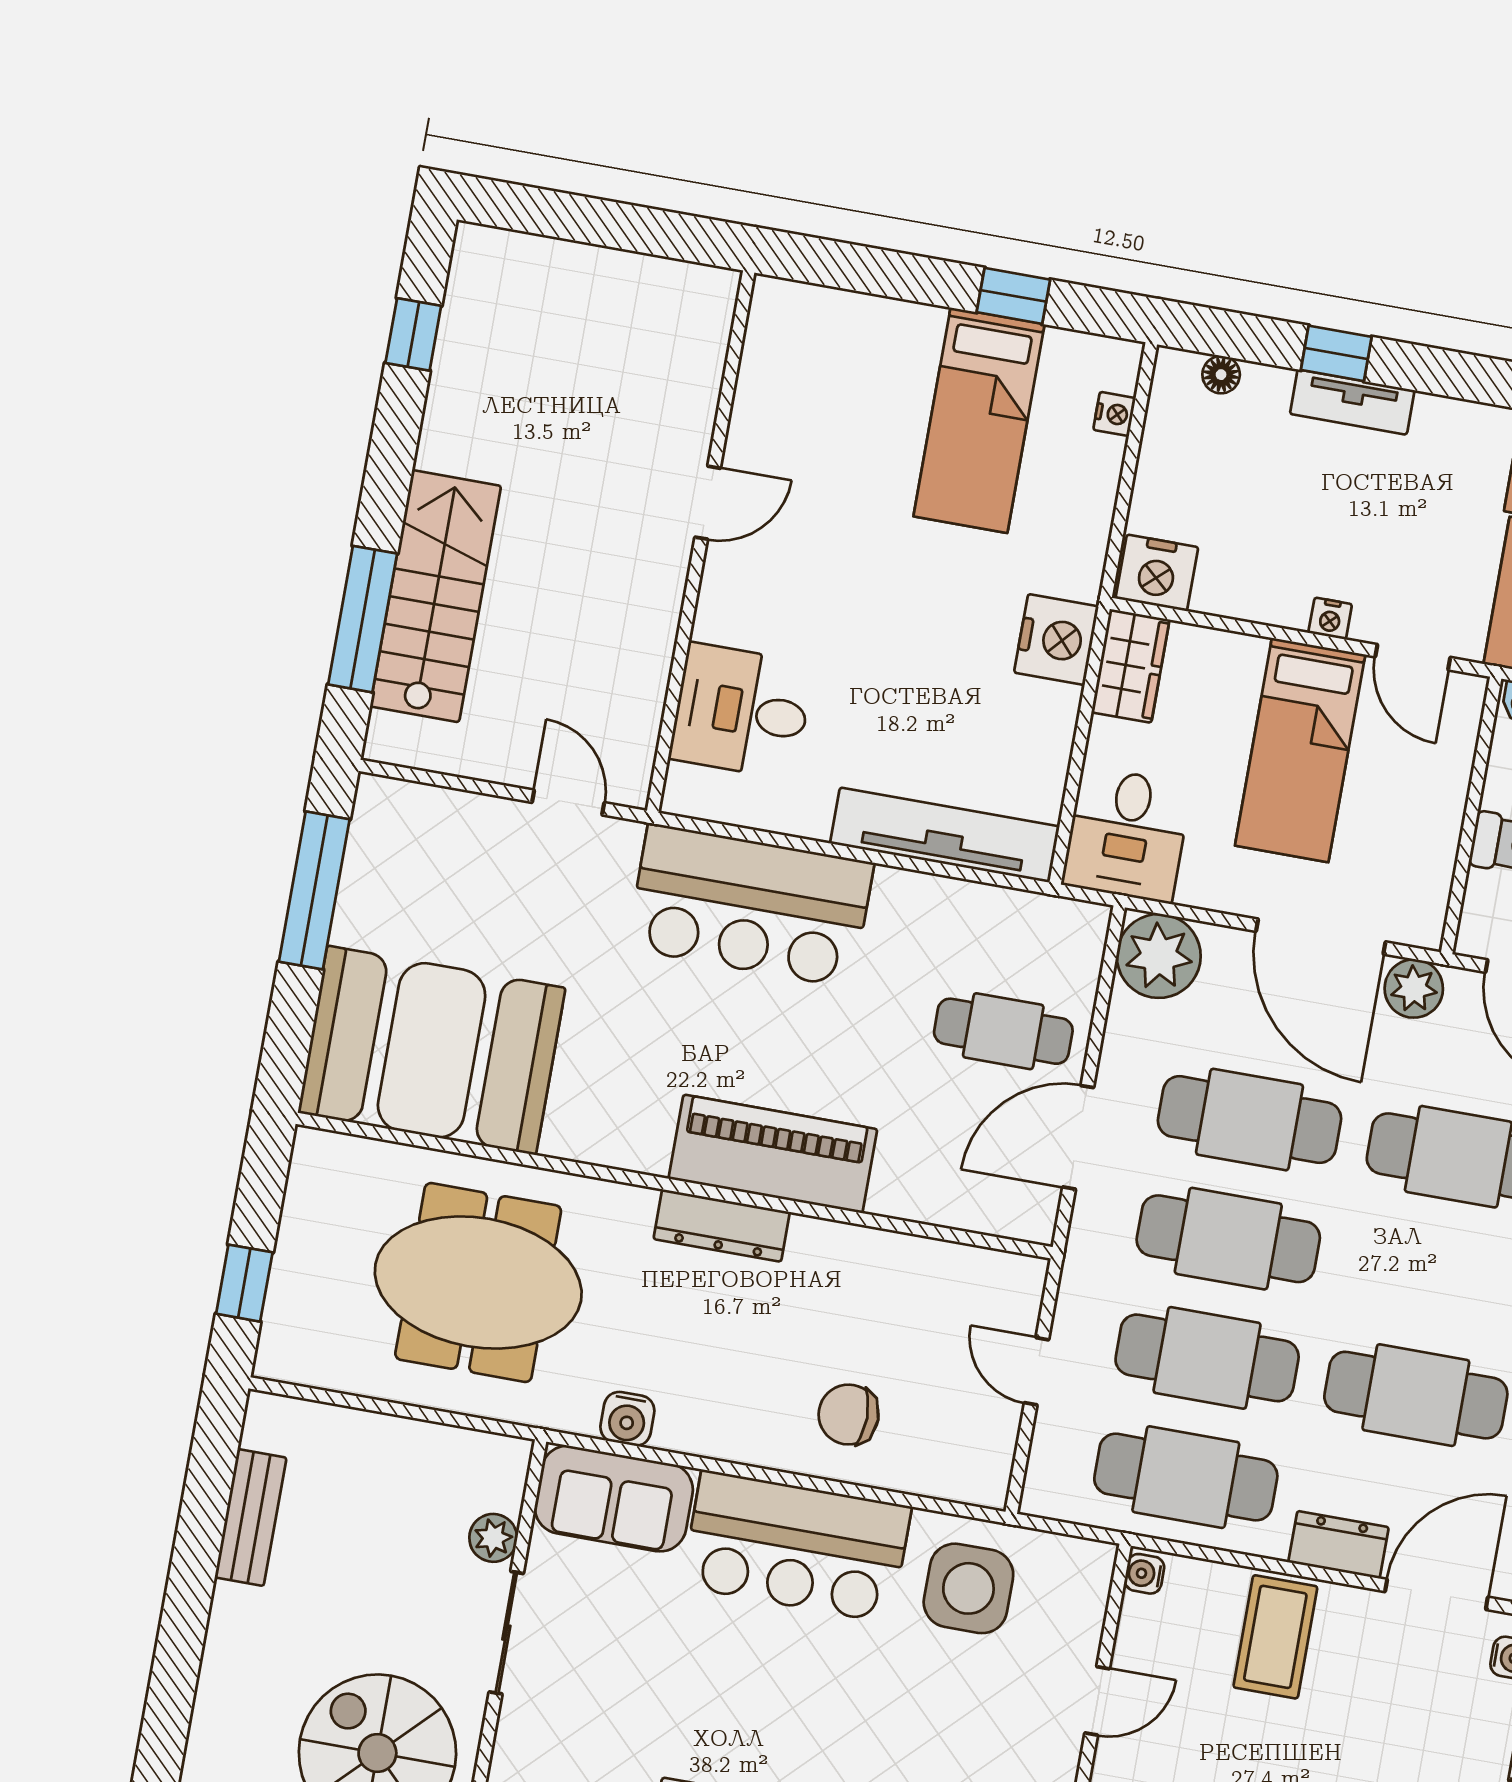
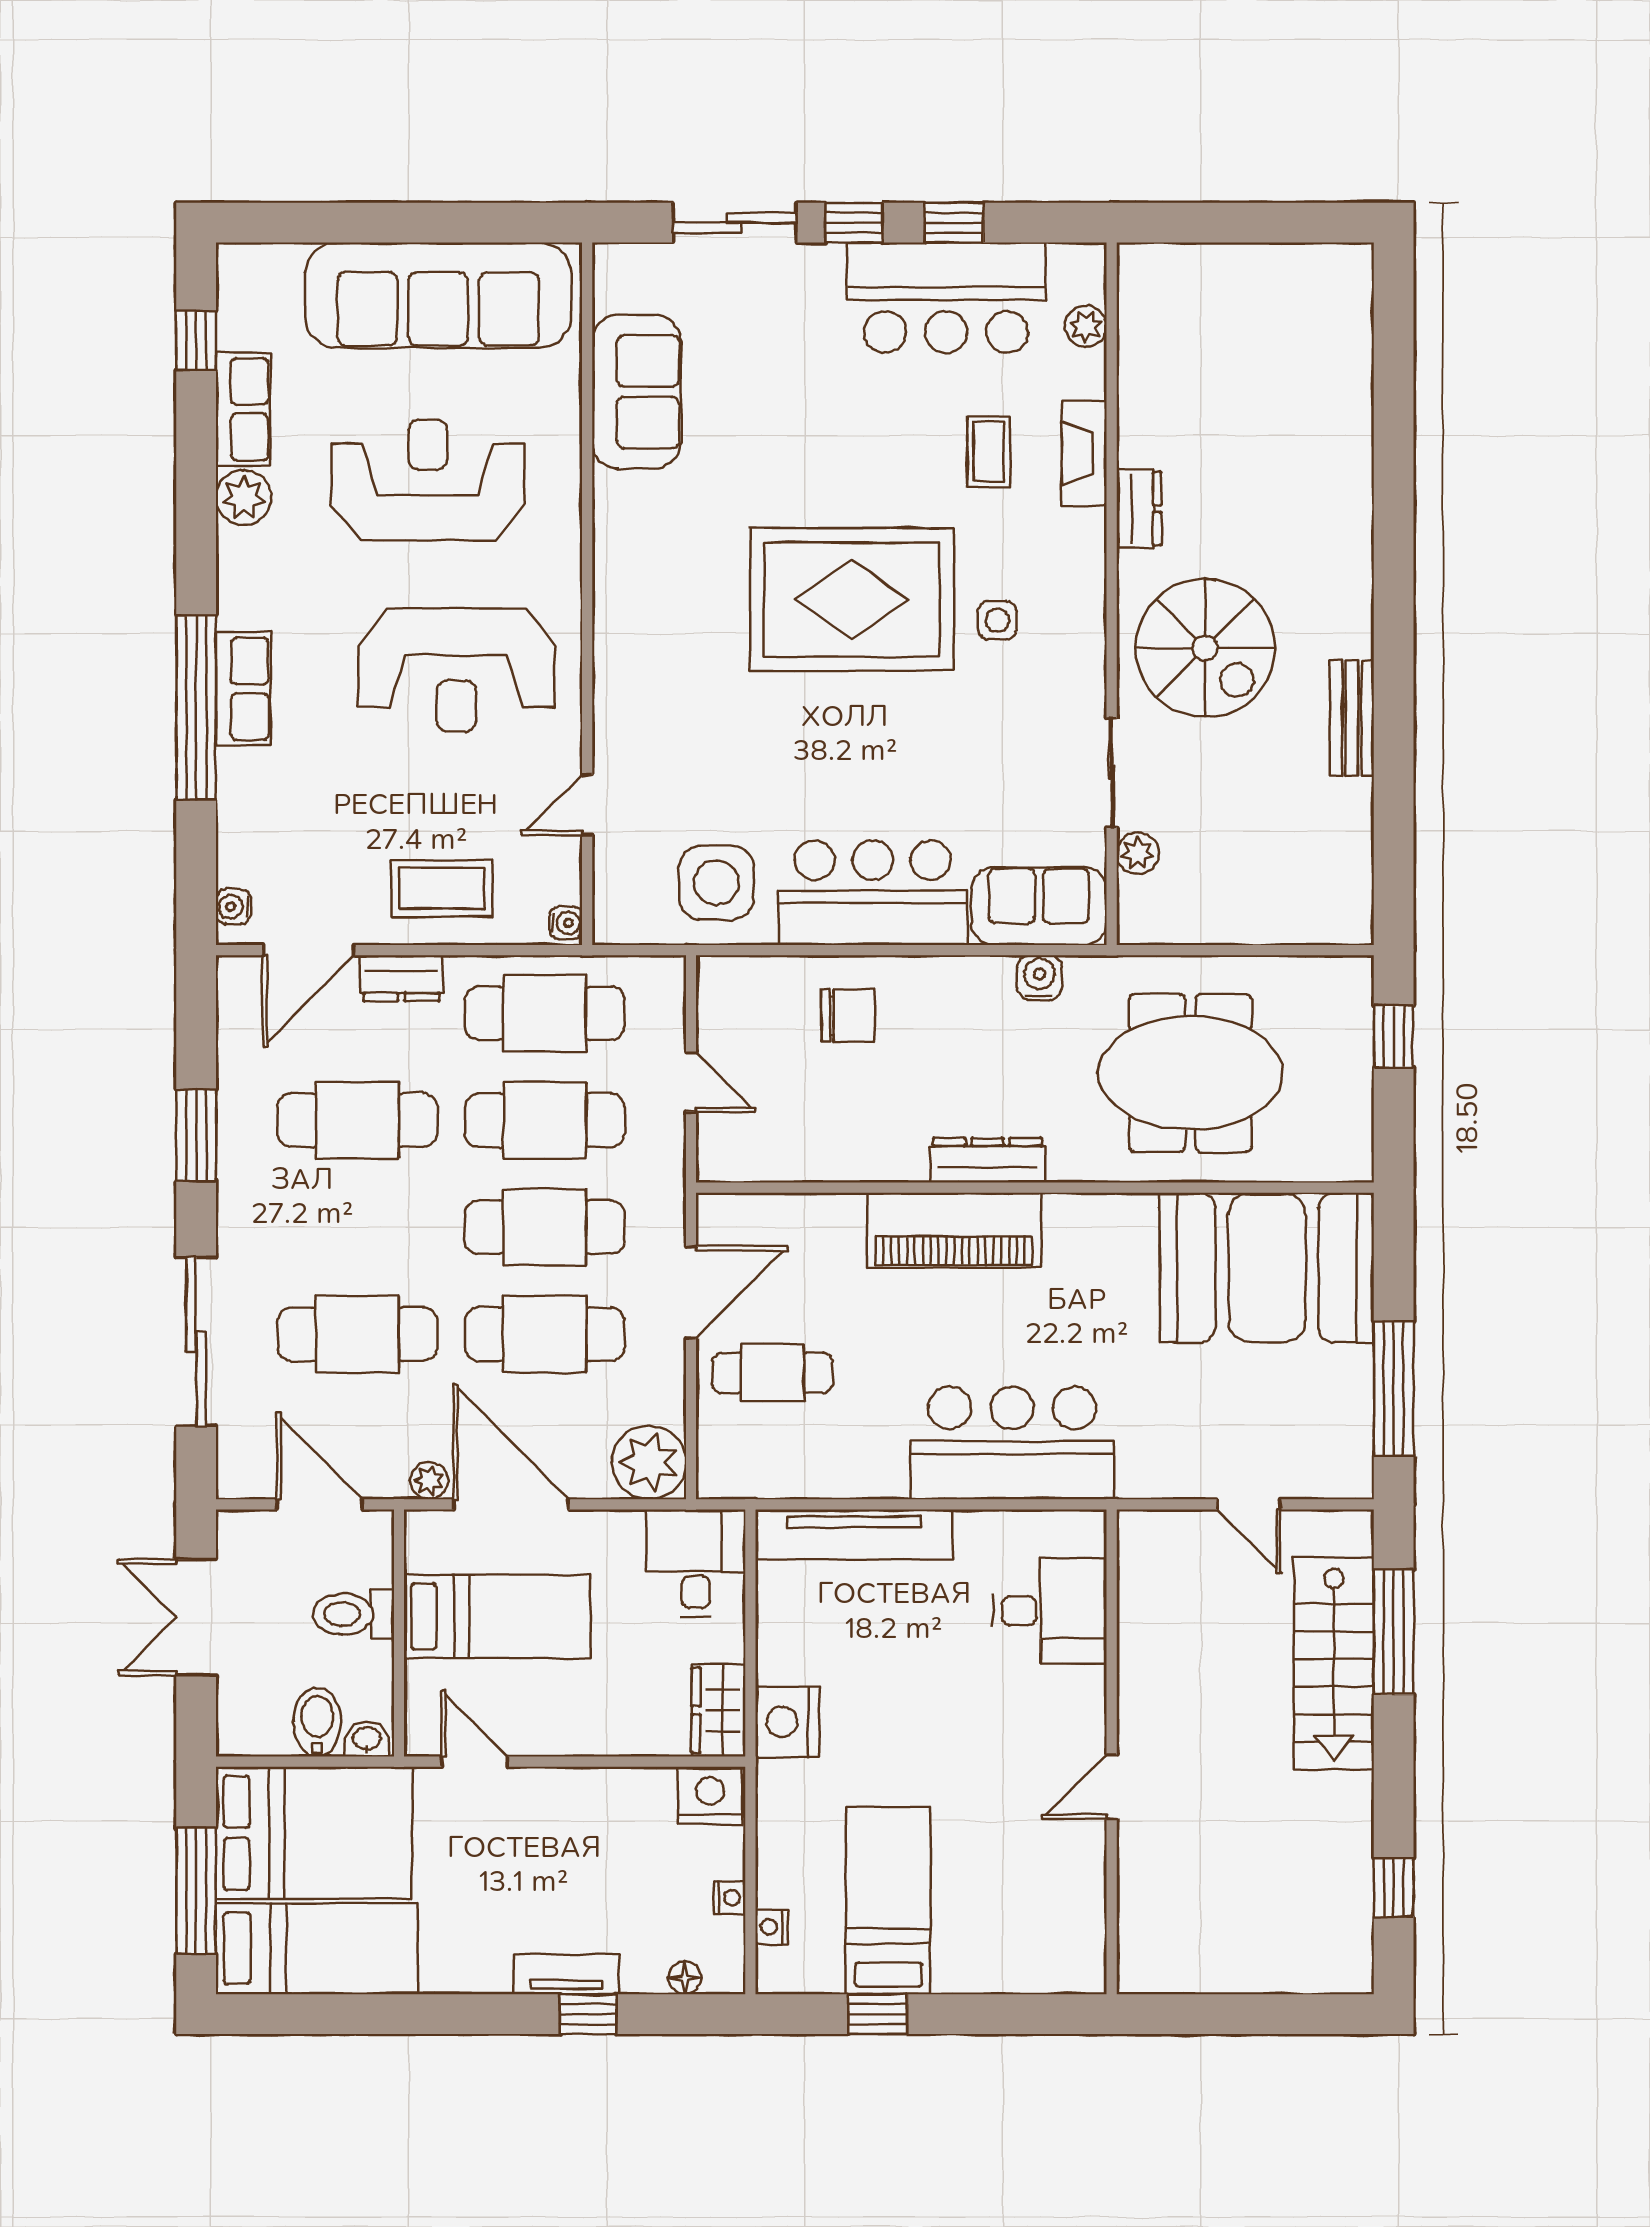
nightstand: (1330, 618) -> (729, 1898), moved, turned 90
bed: (1300, 750) -> (497, 1616), moved, turned 90
door: (568, 803) -> (1249, 1504), moved
plant: (1414, 989) -> (429, 1481), width x0.73, depth x0.73
bench: (251, 1517) -> (1352, 718), moved
coffee table: (1275, 1637) -> (442, 888), turned 90

